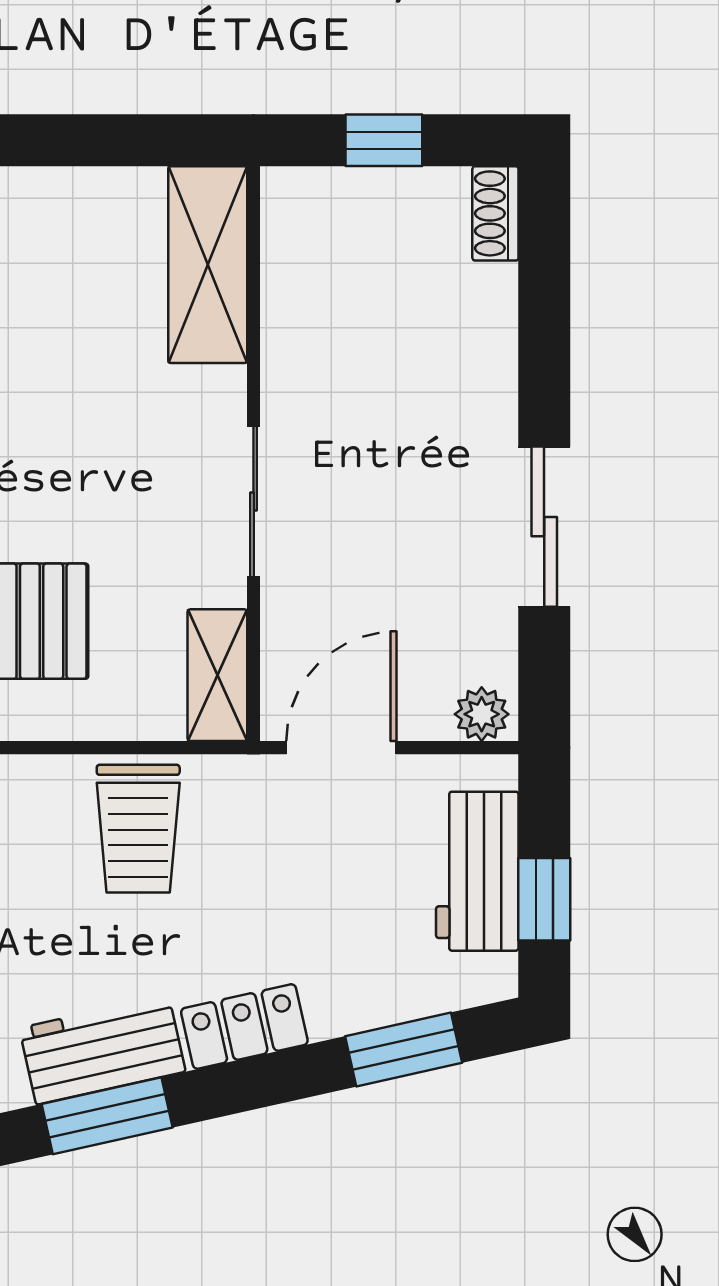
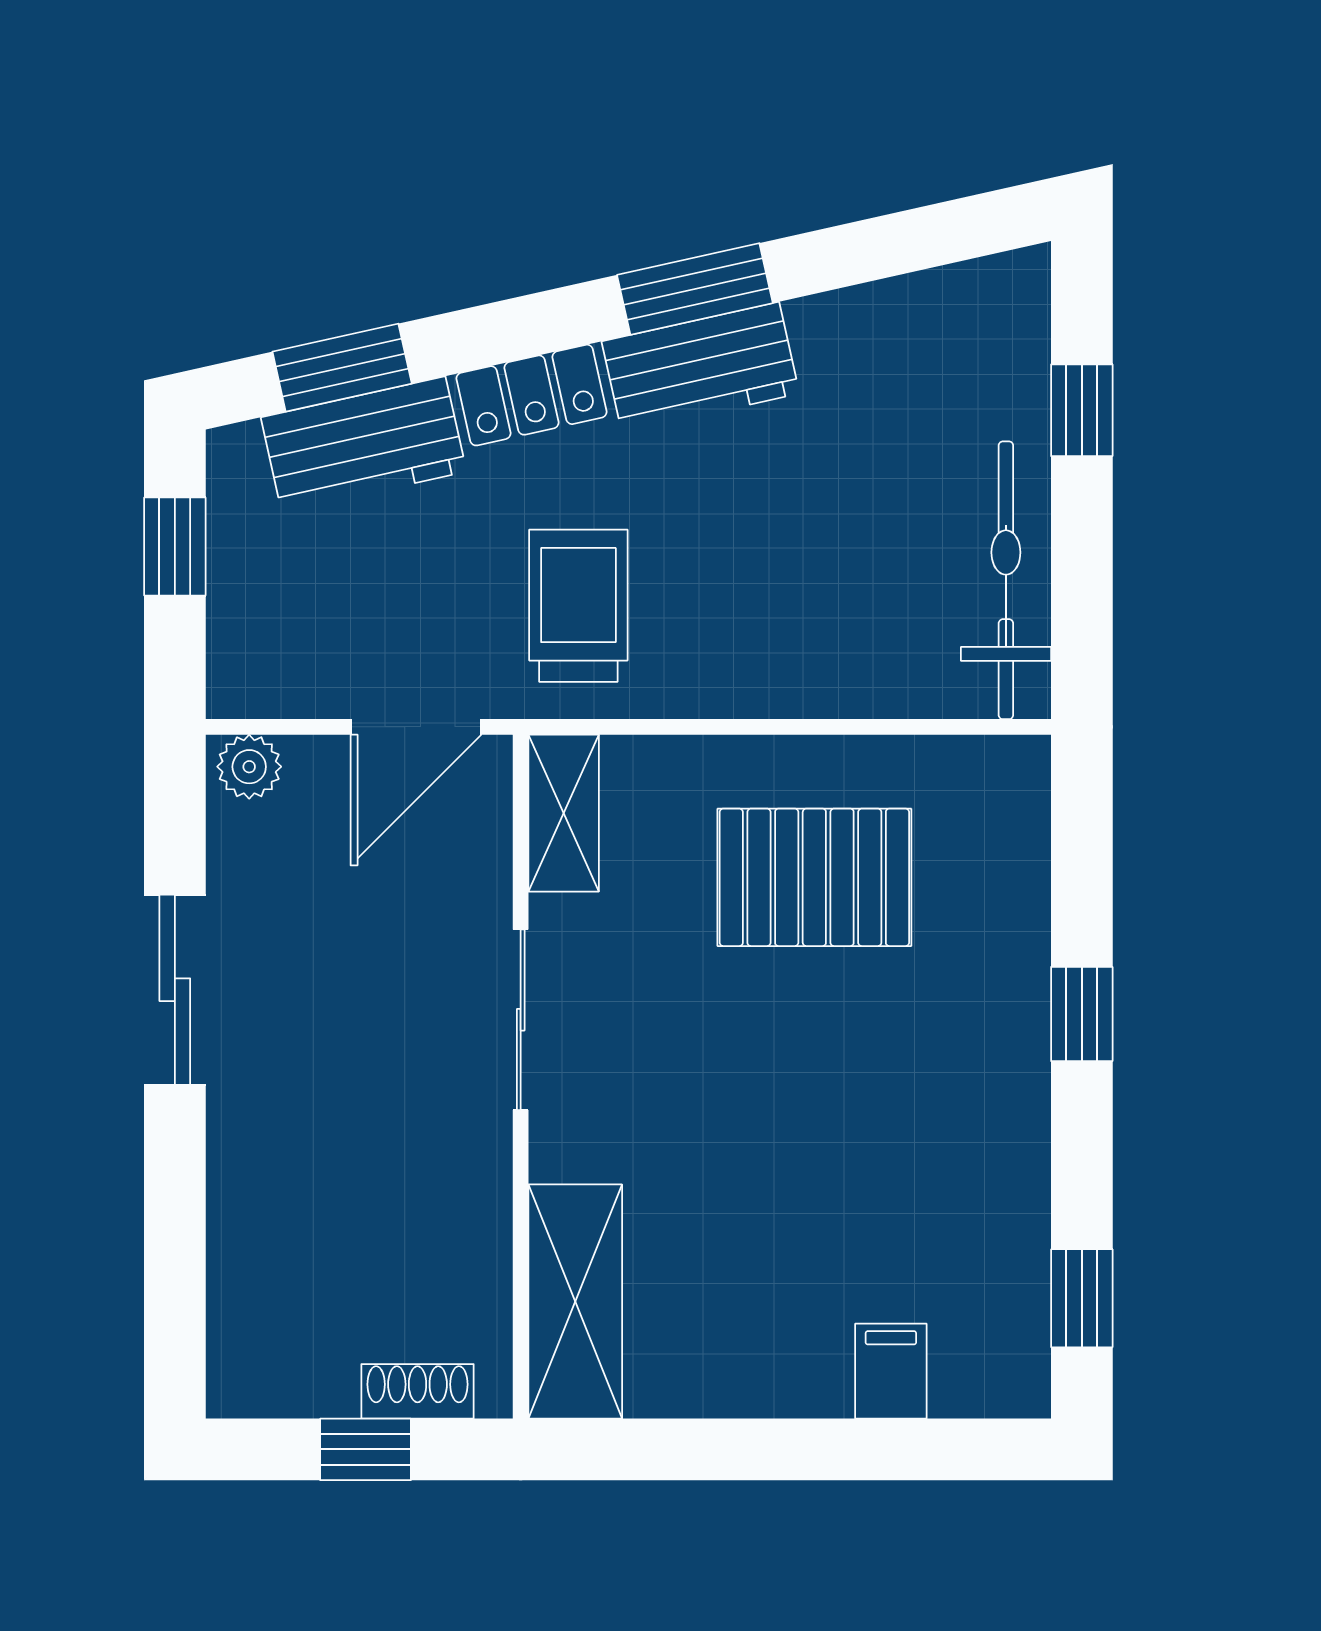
shoe rack: (495, 213) -> (418, 1391), moved, turned -90
trolley: (138, 829) -> (578, 606), moved
workbench: (477, 871) -> (364, 445), moved, turned 77

